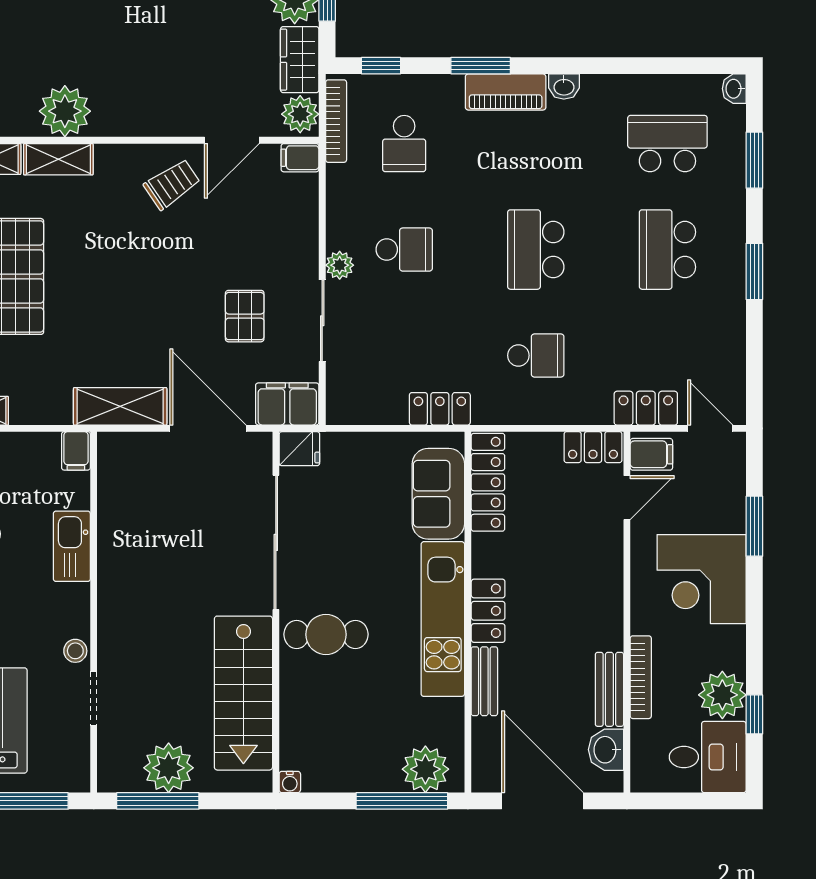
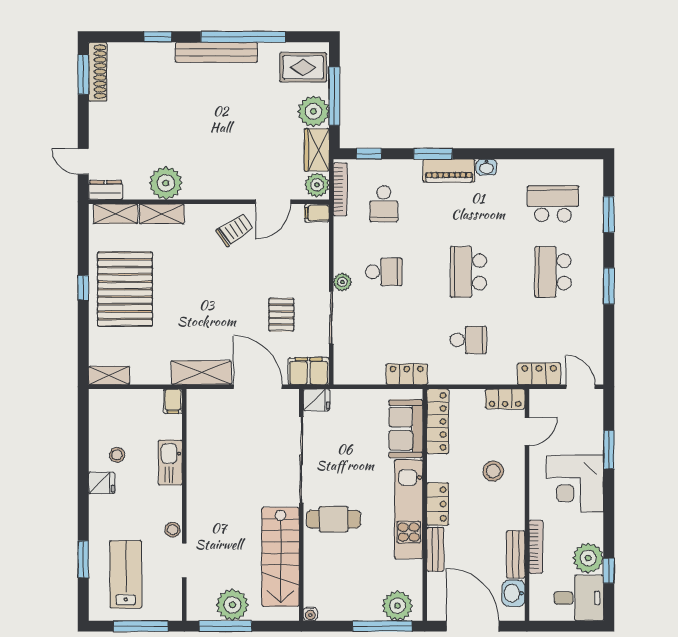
washbasin: (734, 89) -> (596, 169), removed
filing cabinet: (651, 454) -> (543, 403), removed
stool: (574, 560) -> (493, 471), added

